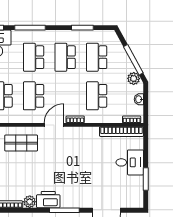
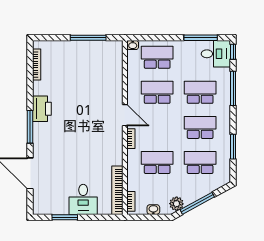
shop shelf: (21, 143) -> (105, 79), removed
plant: (30, 202) -> (39, 88), removed

